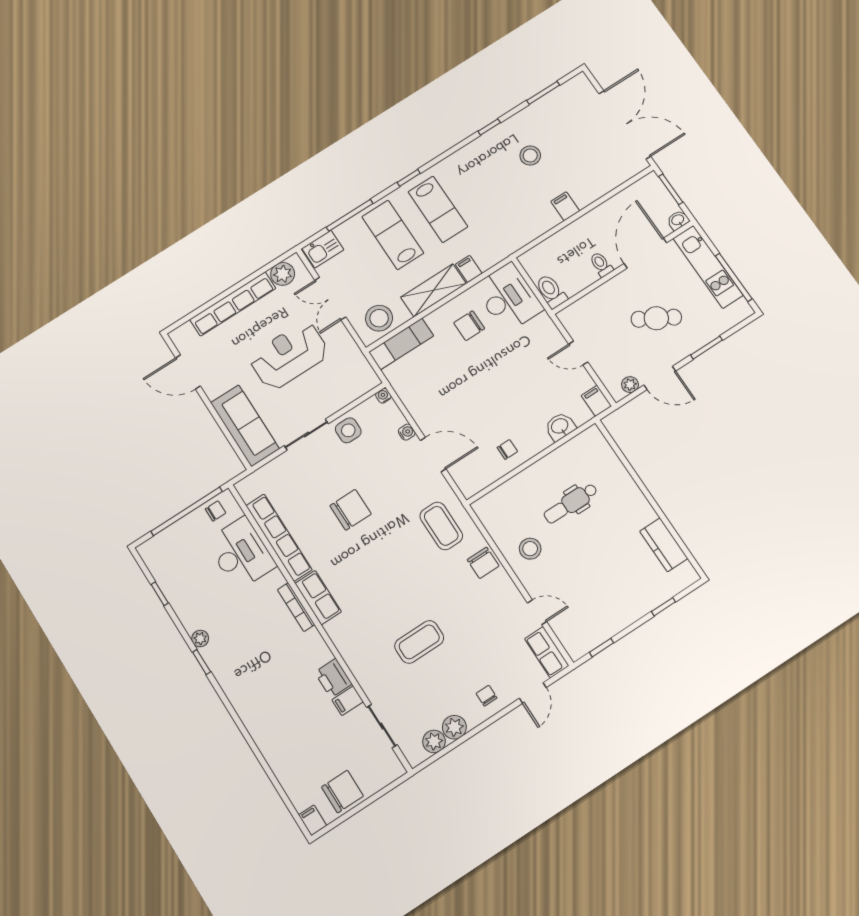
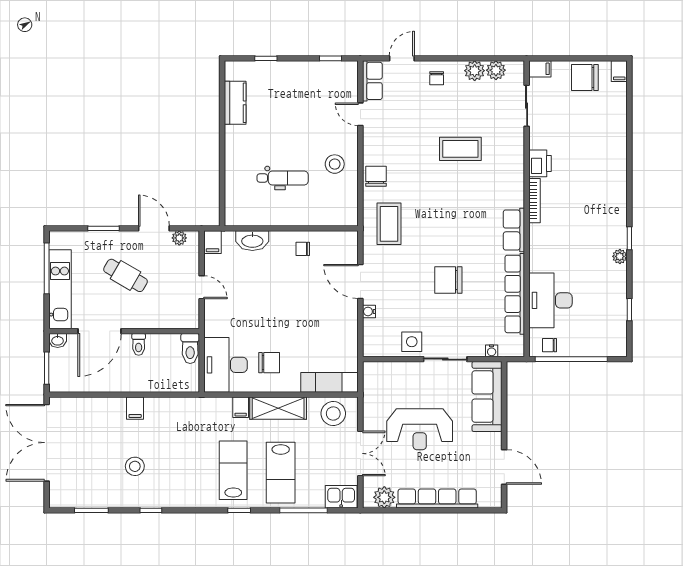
water cooler: (383, 396) -> (492, 351), moved
washbasin: (560, 426) -> (252, 241), width x1.38
bookcase: (296, 607) -> (535, 201), moved
filing cabinet: (348, 701) -> (540, 69), moved

